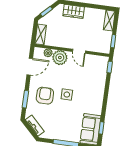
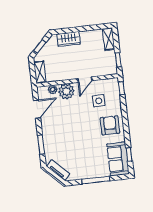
door: (79, 51) -> (85, 80), hinge flipped
side table: (67, 95) -> (99, 101), moved
armchair: (45, 96) -> (110, 125), moved

